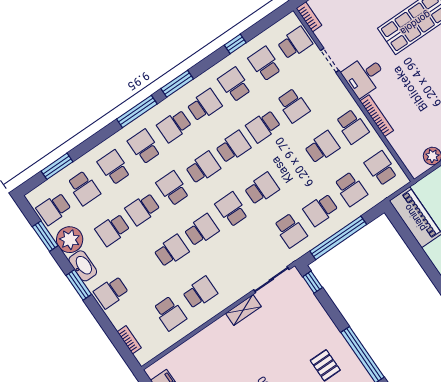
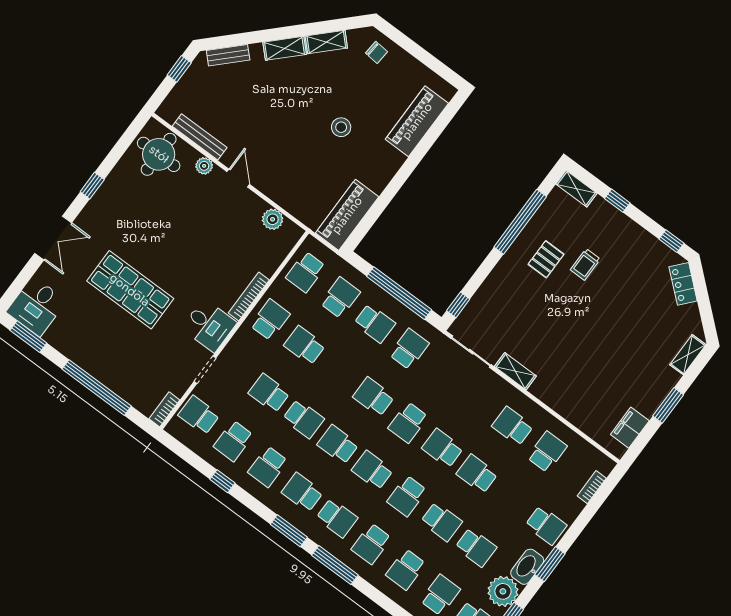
school desk: (293, 106) -> (269, 393), turned -90

